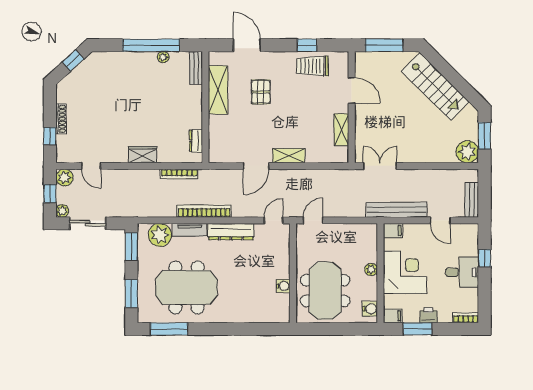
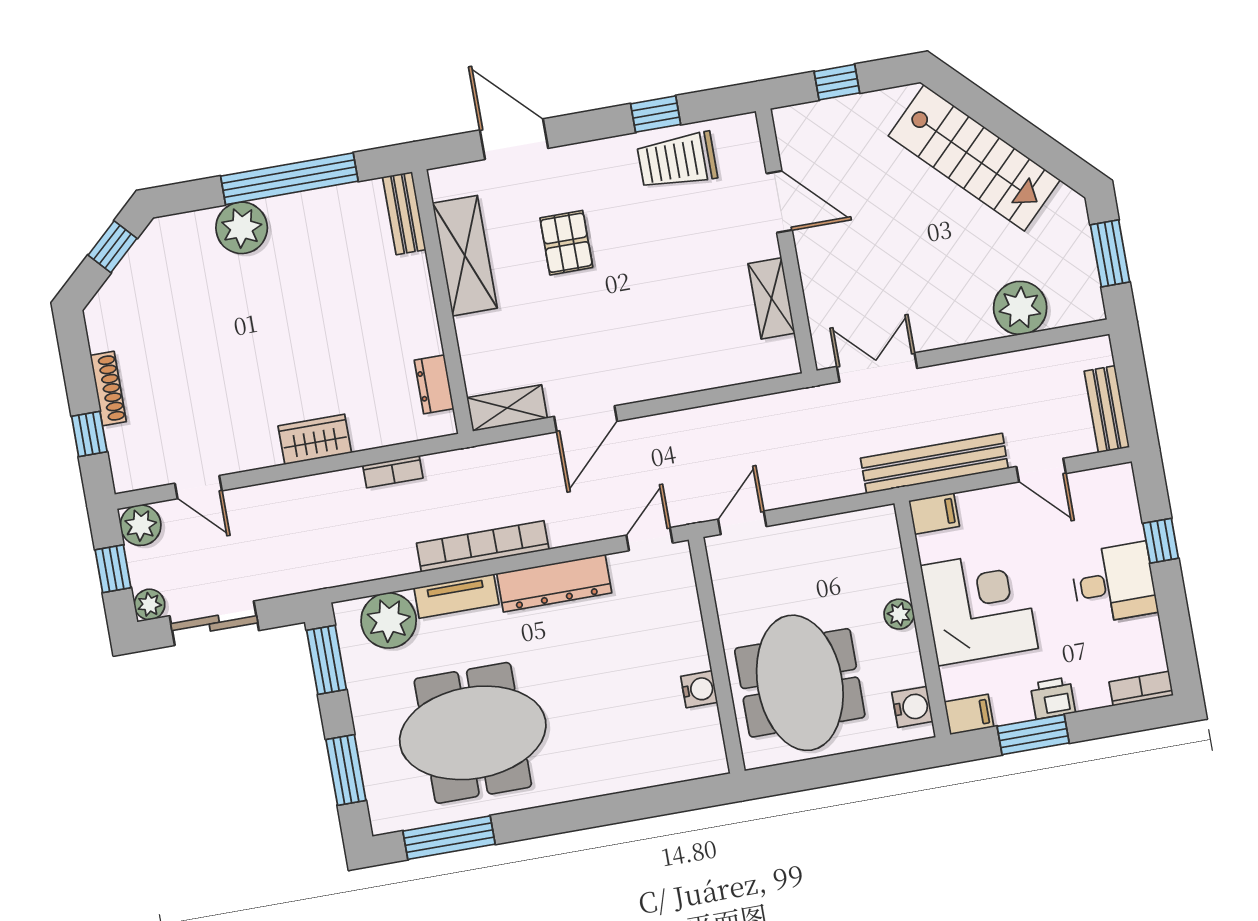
window: (384, 45) -> (837, 82), width x0.46
plant: (163, 57) -> (242, 228), moved, width x1.88, depth x1.88
plant: (467, 152) -> (1020, 308), moved
shelving: (289, 156) -> (507, 408), moved
bookcase: (179, 174) -> (393, 472), width x0.64

